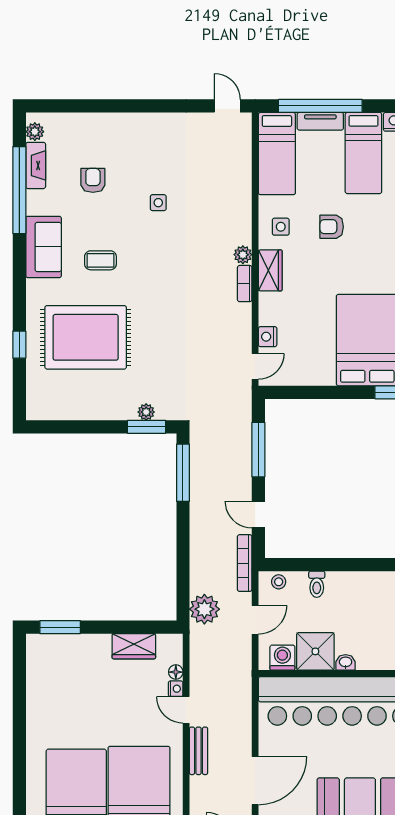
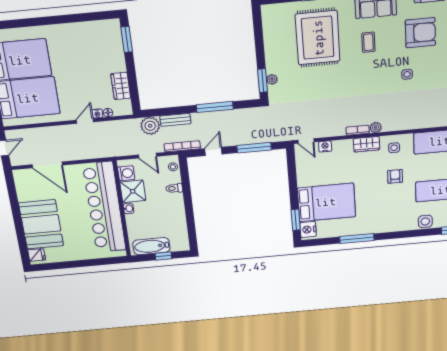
armchair: (93, 180) -> (420, 33), width x1.88, depth x1.88
window: (183, 473) -> (215, 107), moved
bench: (199, 751) -> (175, 120), moved

